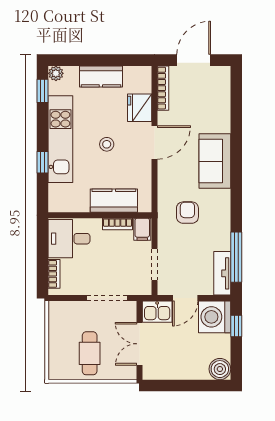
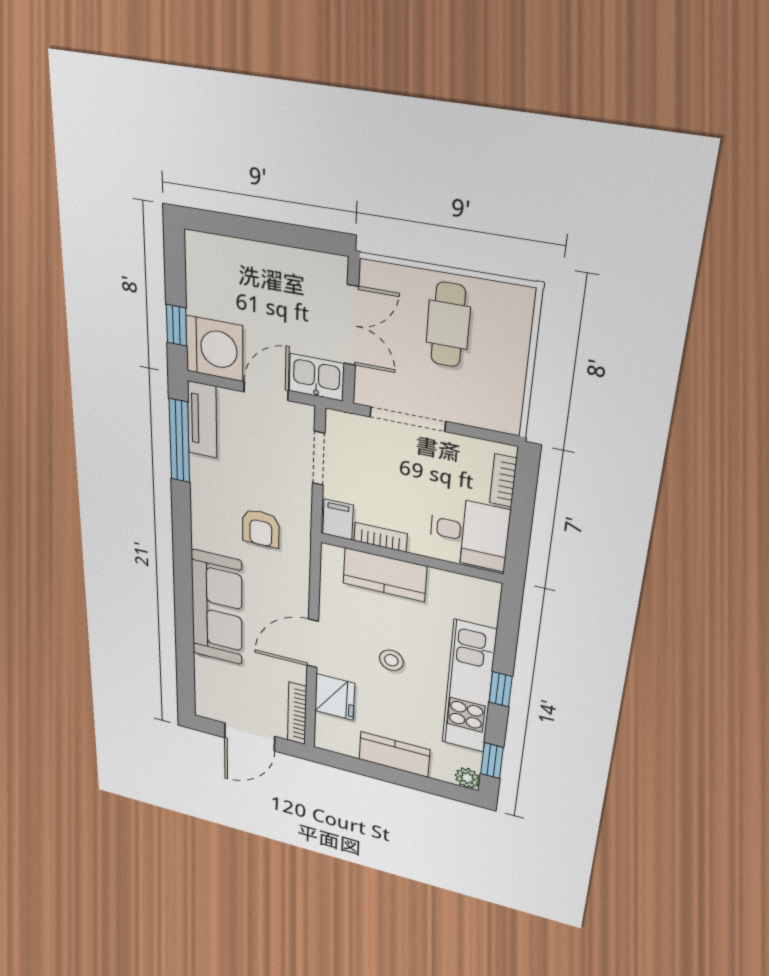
sofa: (215, 161) -> (217, 608), width x1.36
window: (43, 162) -> (501, 689), moved
boiler: (220, 369) -> (204, 252), removed

